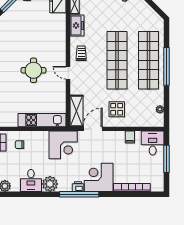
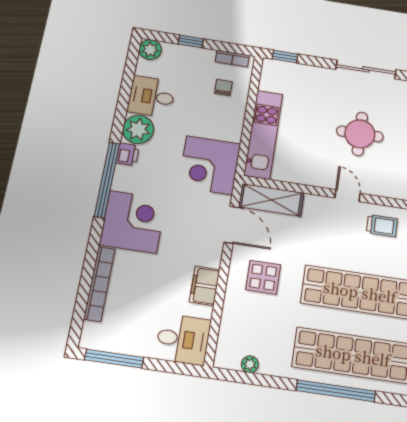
door: (68, 73) -> (348, 196), hinge flipped
filing cabinet: (130, 137) -> (205, 286), width x2.00
window: (166, 159) -> (114, 359), moved
printer: (78, 187) -> (128, 154), moved

